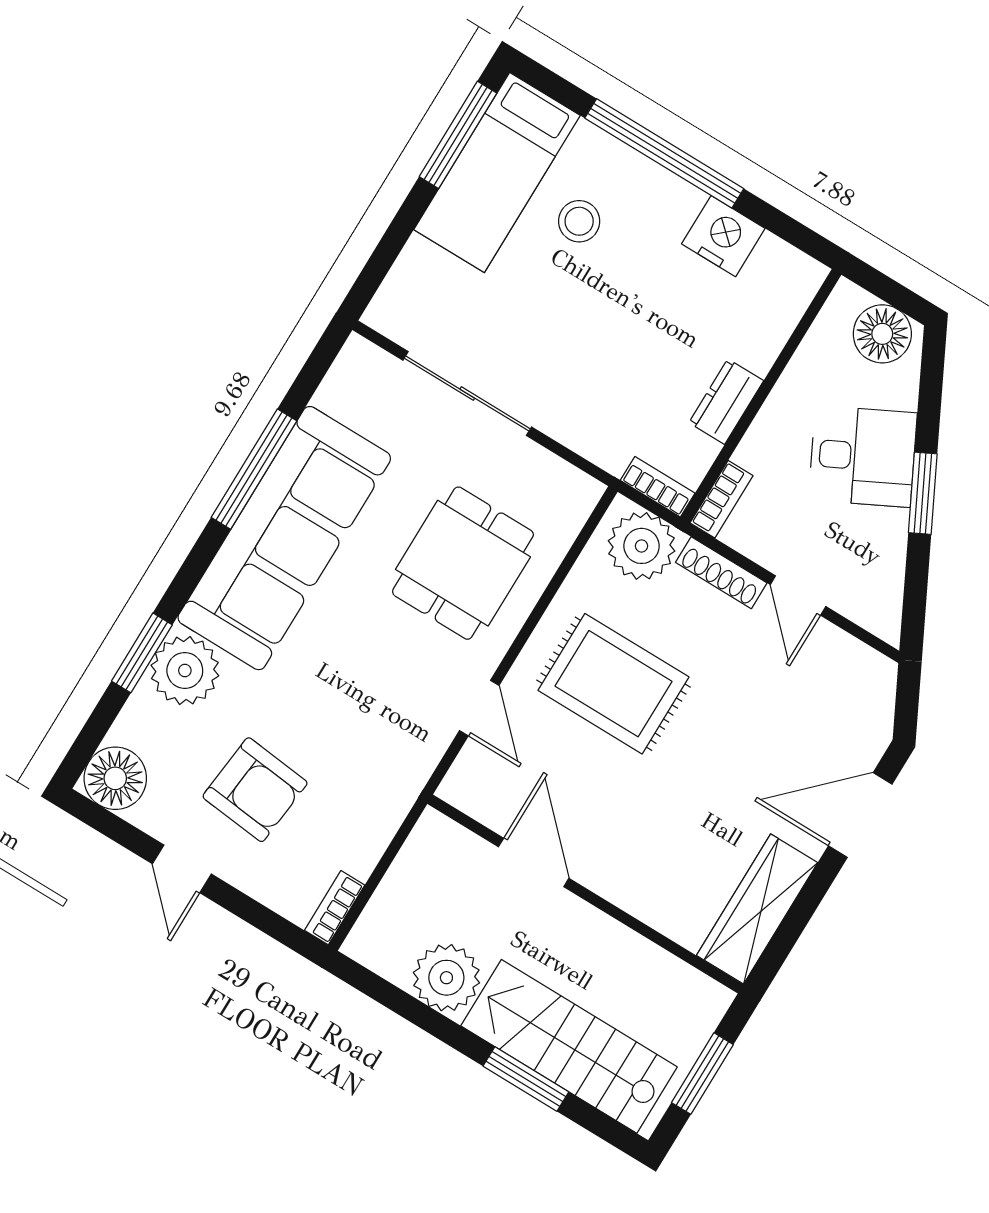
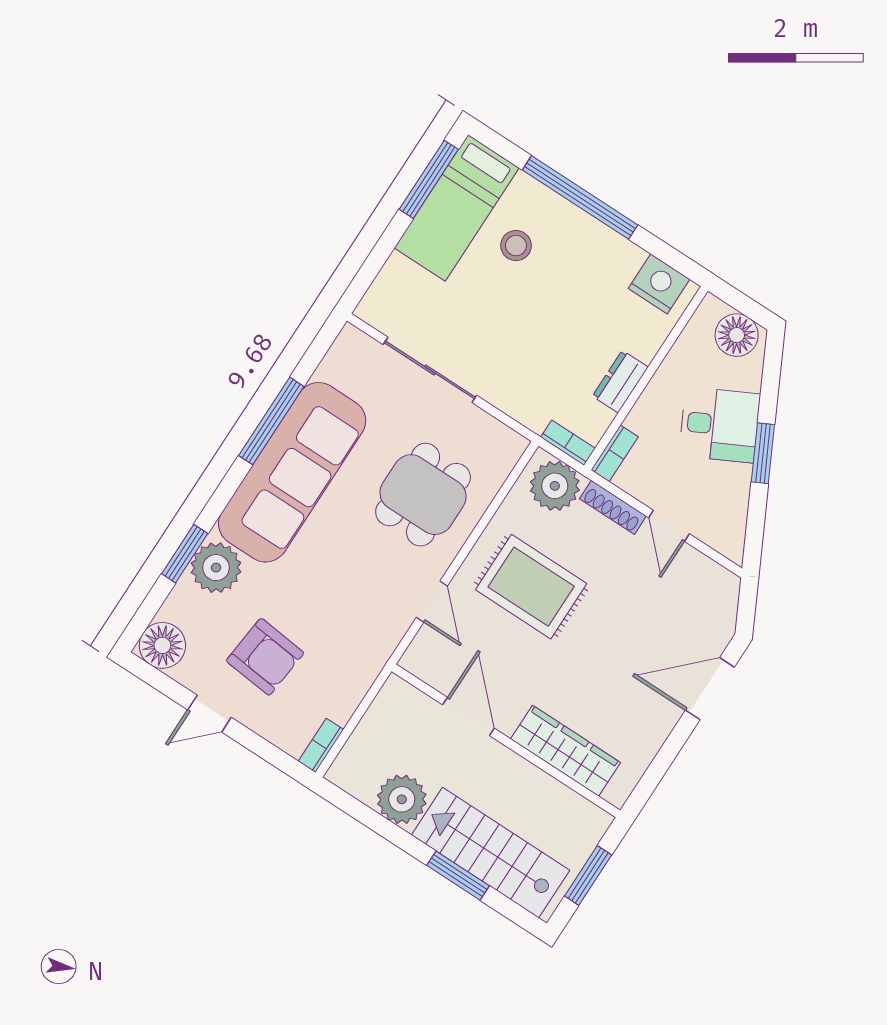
nightstand: (723, 236) -> (659, 284), moved
door: (182, 869) -> (209, 714), hinge flipped
wardrobe: (757, 909) -> (566, 751), moved, turned 90

